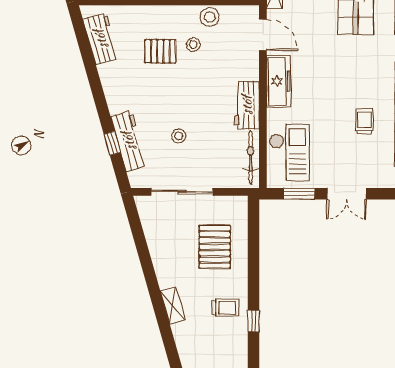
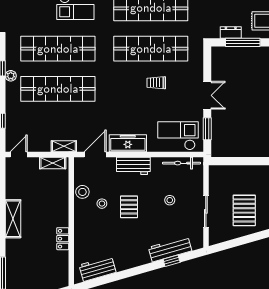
pallet: (160, 51) -> (129, 207), moved
workbench: (247, 105) -> (133, 166), moved
stool: (179, 136) -> (170, 200), moved
sliding door: (182, 192) -> (206, 211), width x0.73
pallet: (215, 247) -> (244, 210), moved, turned 90

